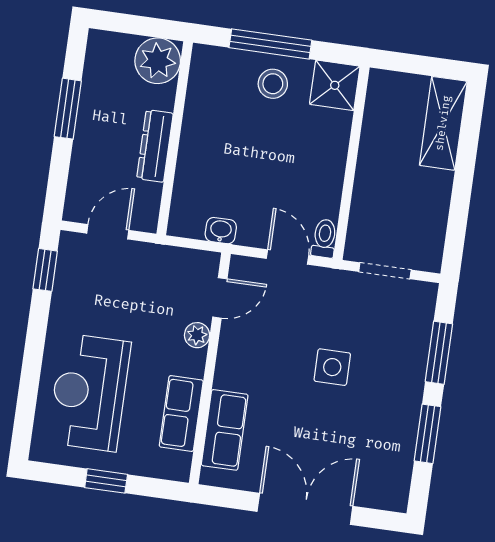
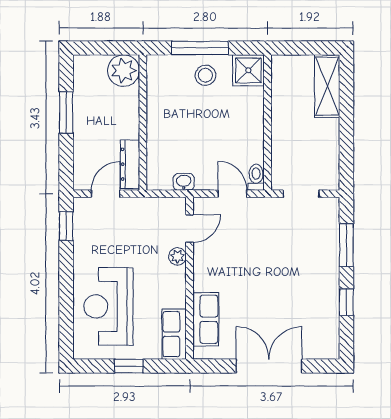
dresser: (155, 146) -> (130, 164), moved
side table: (332, 367) -> (274, 265), removed
row of seats: (181, 413) -> (174, 334), moved
window: (428, 434) -> (346, 302), width x0.67

